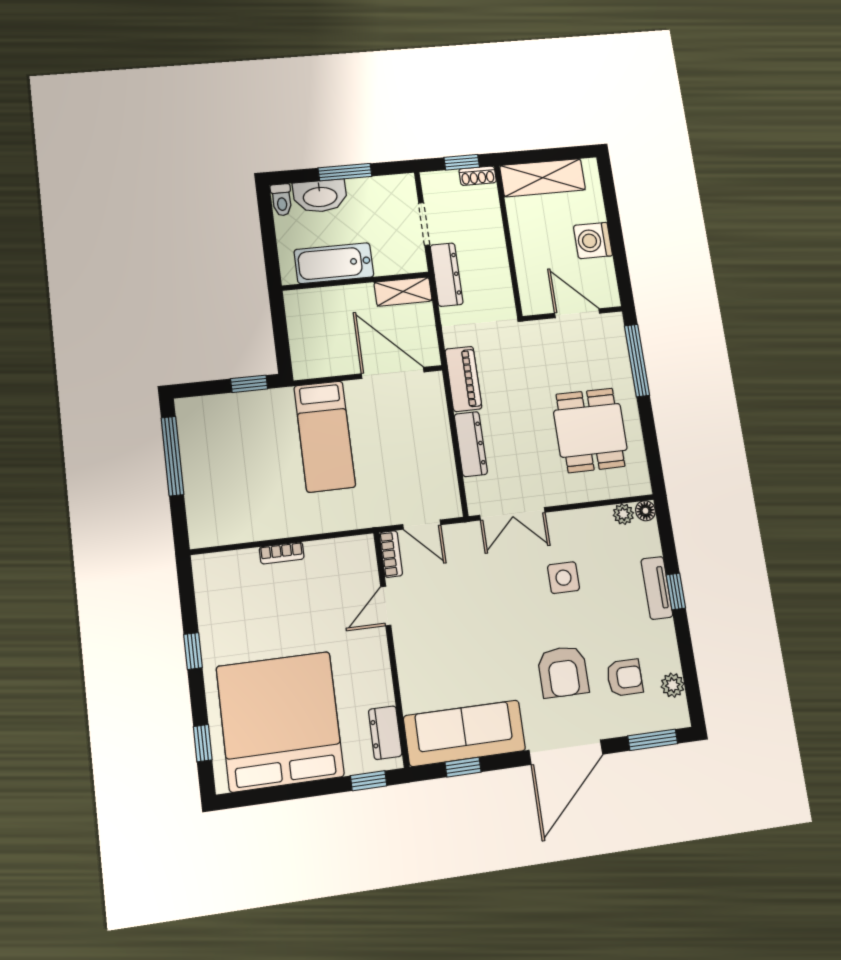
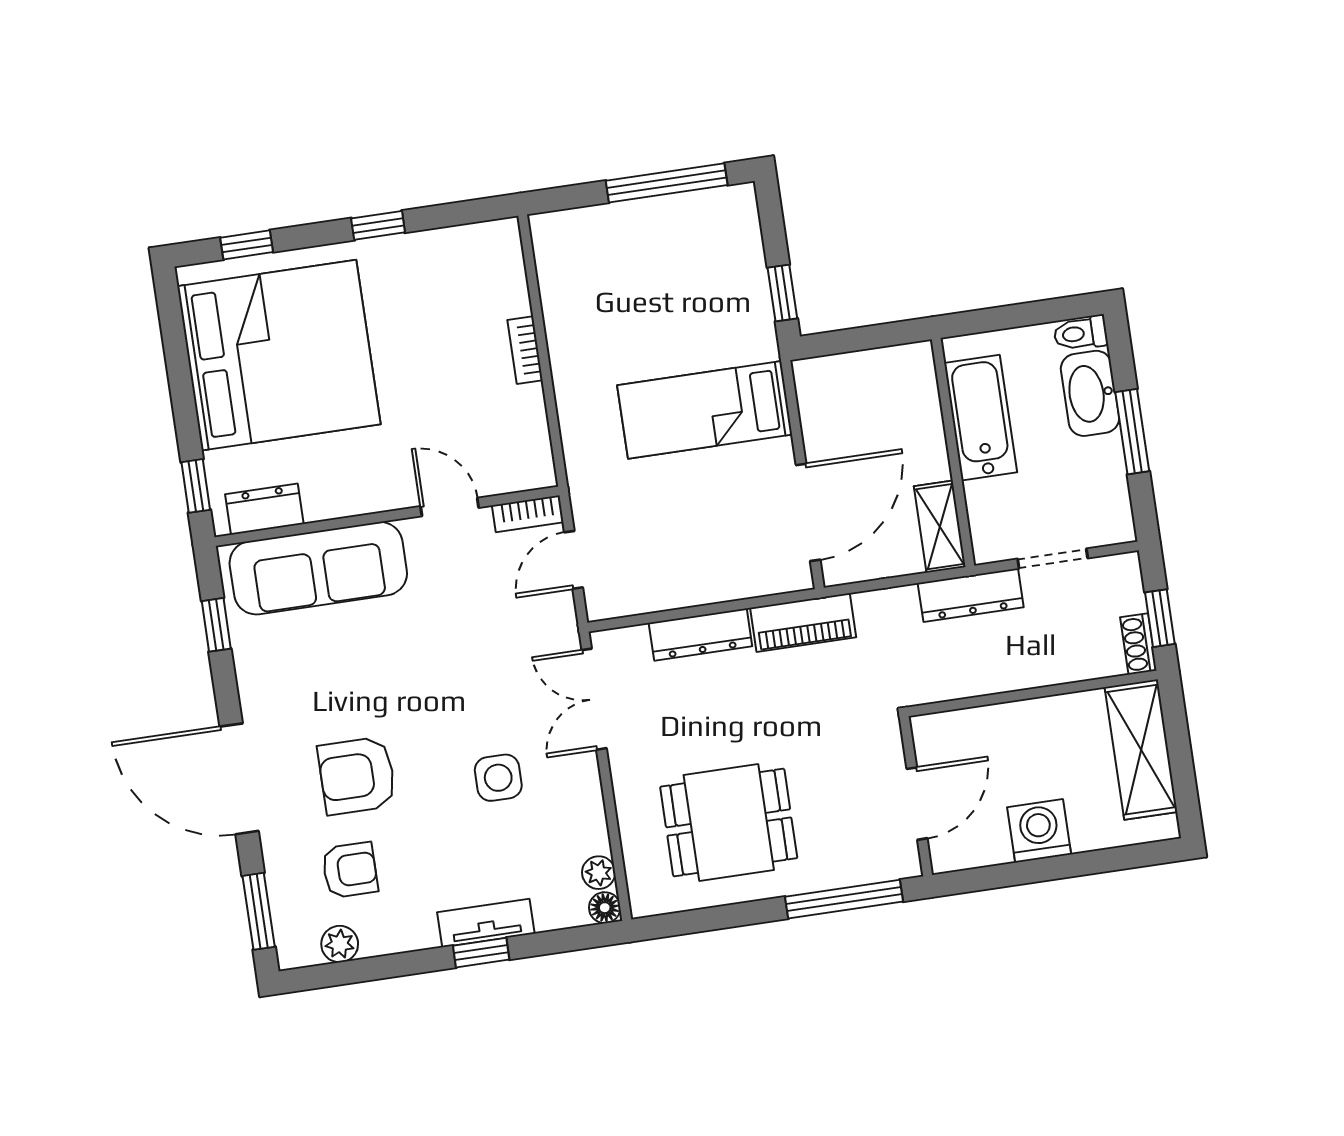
armchair: (625, 678) -> (350, 870), turned -90
sofa: (464, 733) -> (318, 568), moved, turned 90

